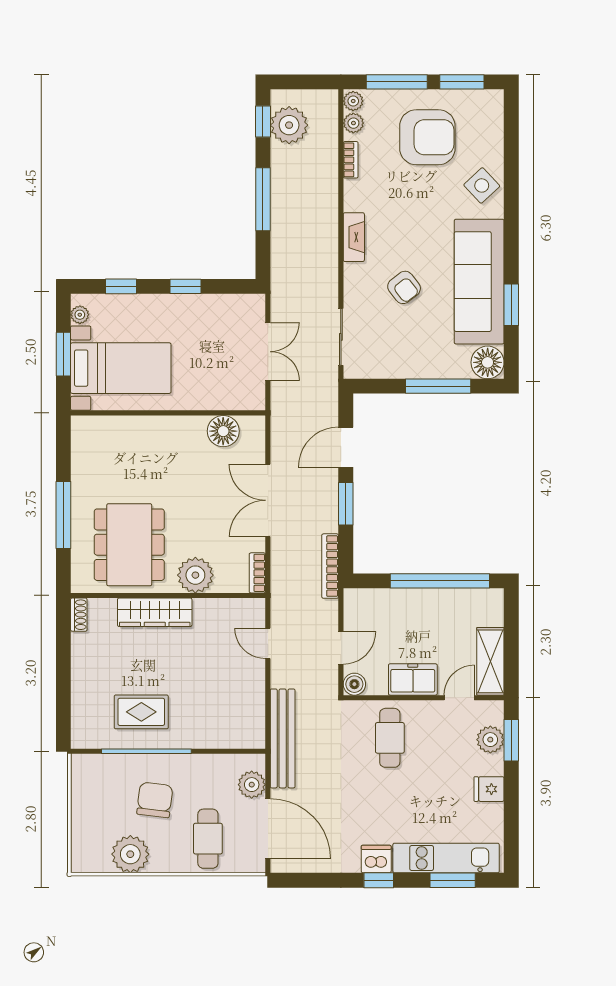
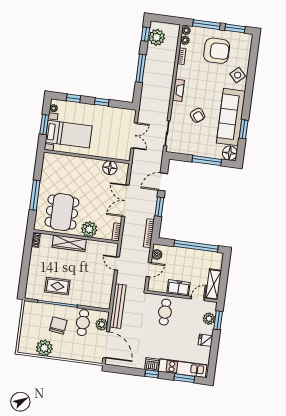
boiler: (354, 684) -> (157, 254), moved
cafe table: (208, 839) -> (83, 323), moved

